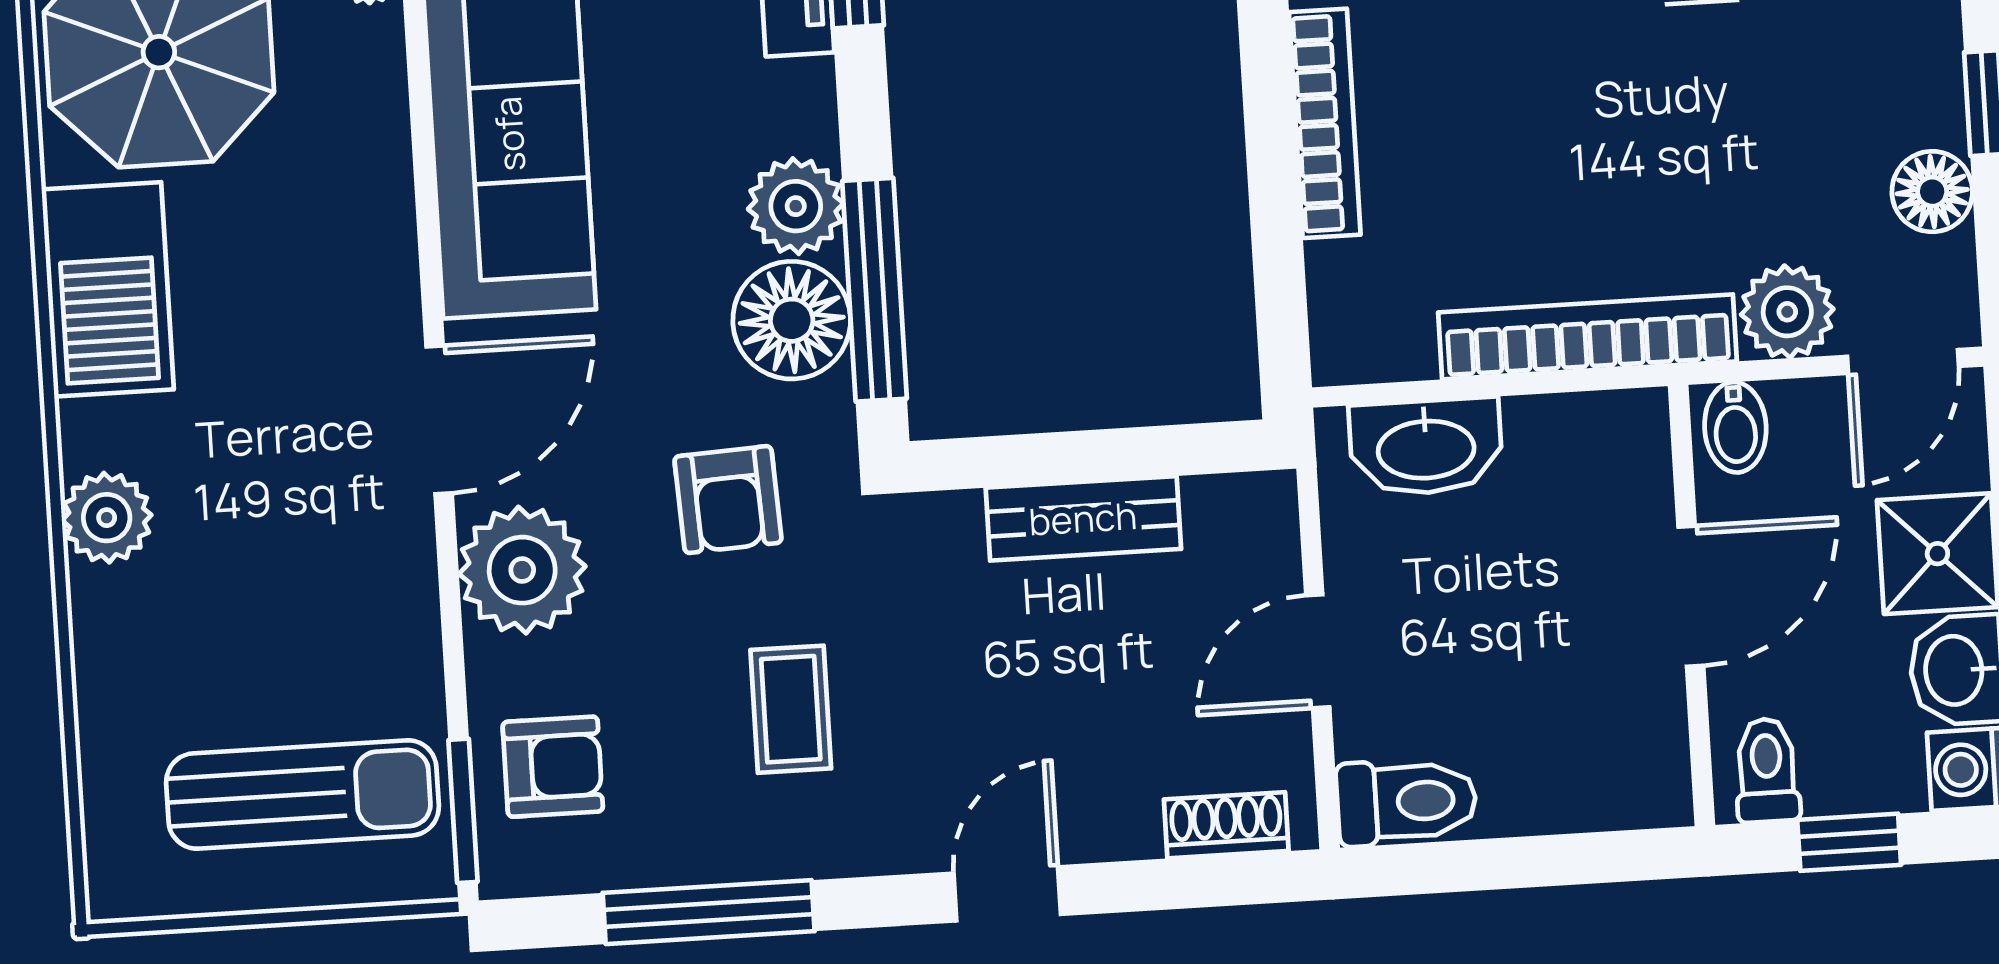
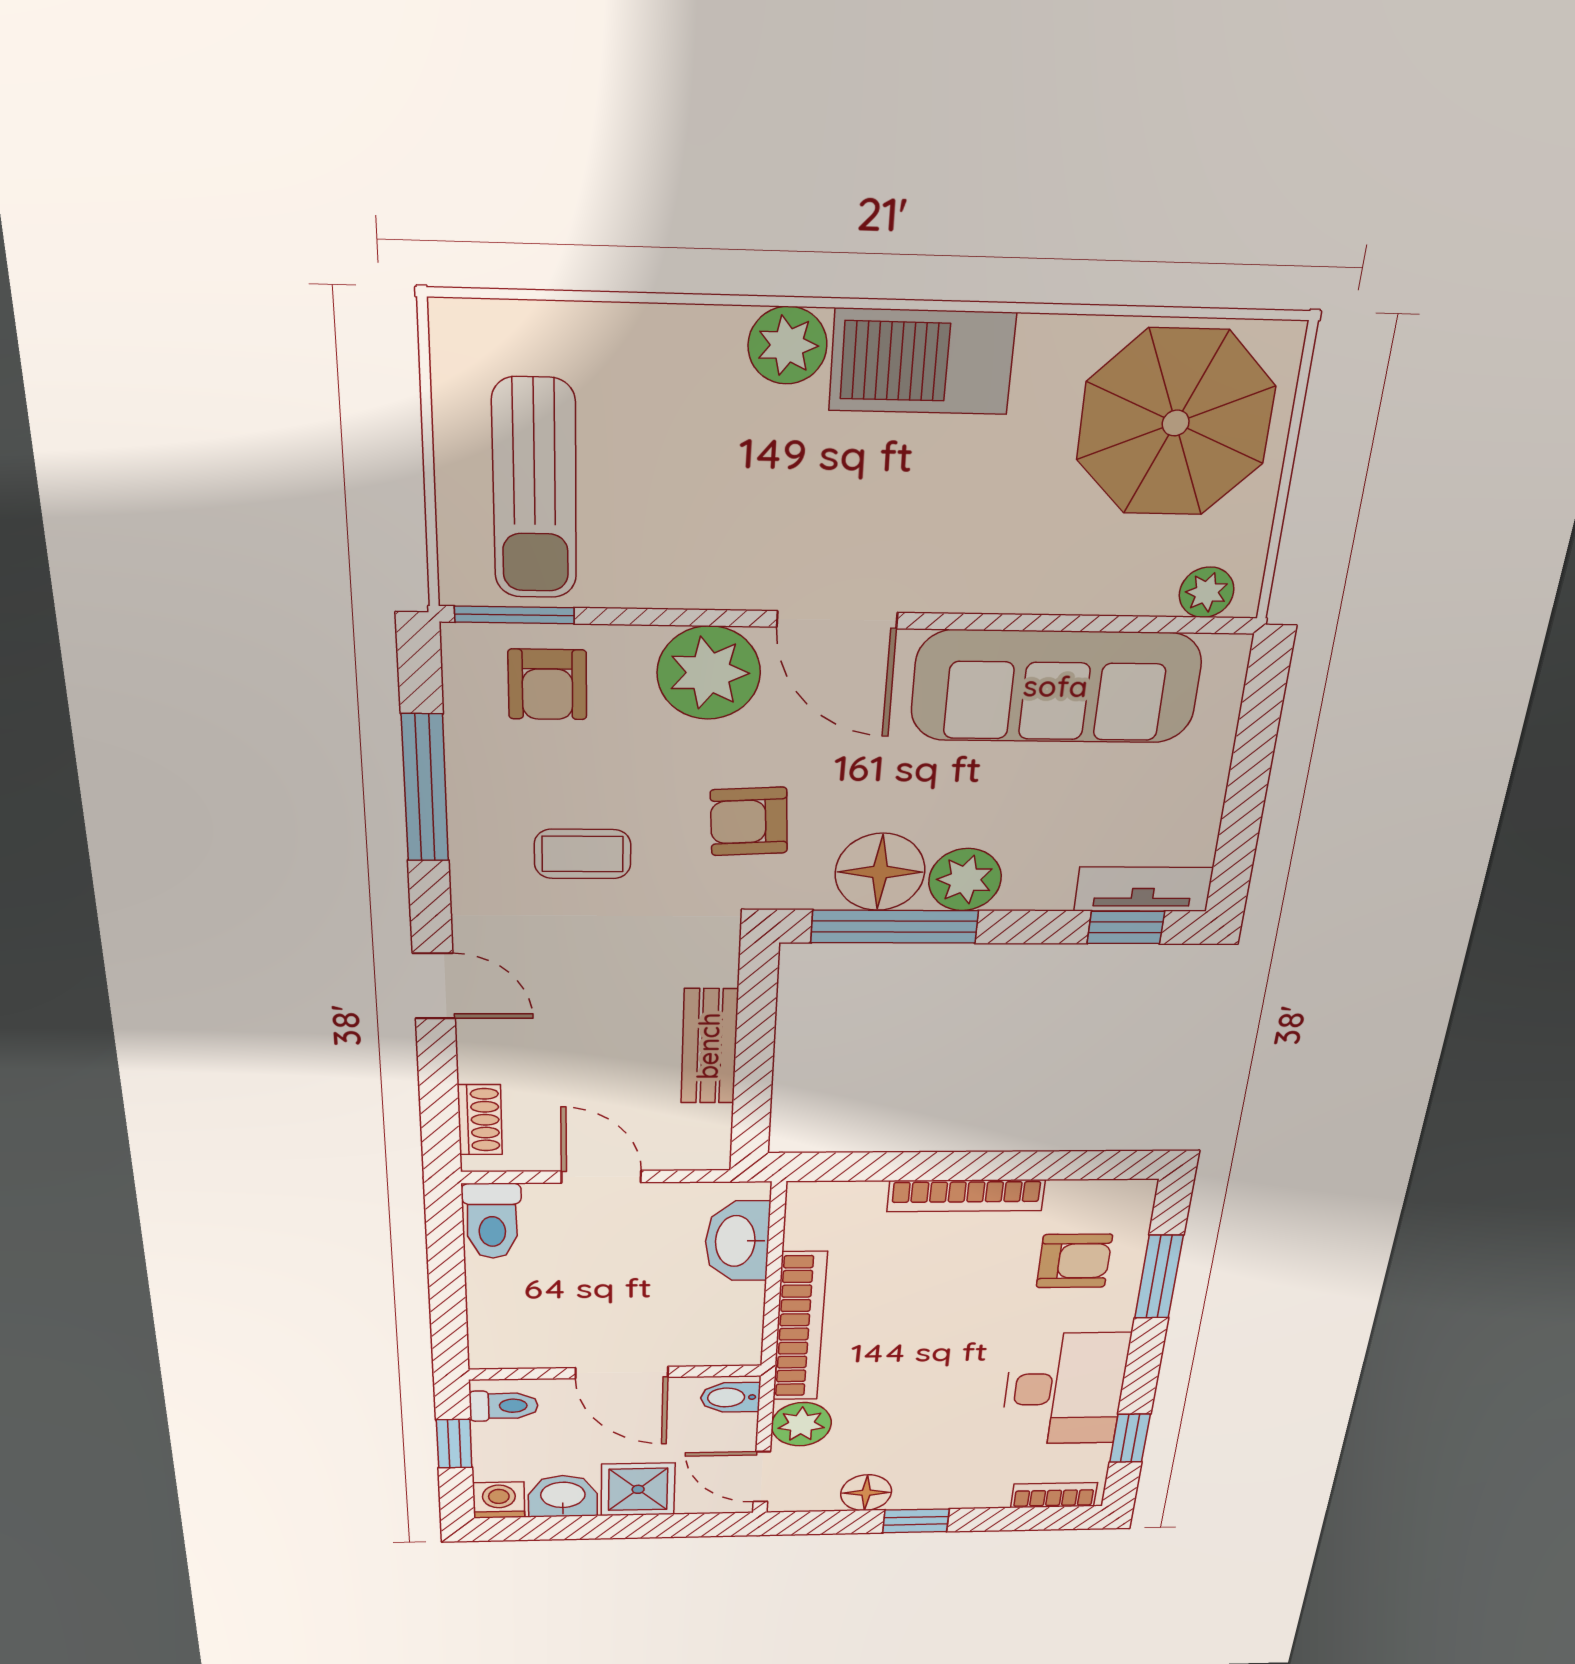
barbecue: (108, 289) -> (922, 362), moved

